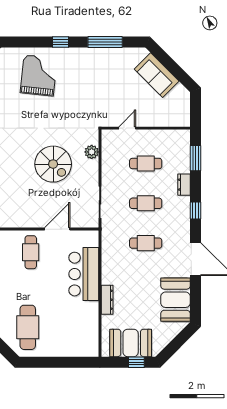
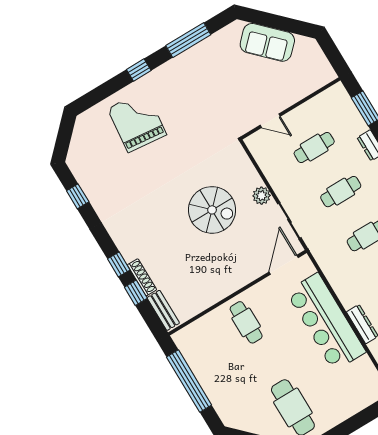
door: (127, 128) -> (270, 121), swing flipped
plant: (92, 152) -> (262, 196), moved
door: (57, 229) -> (284, 265), moved
bar counter: (84, 274) -> (326, 322), width x1.36

